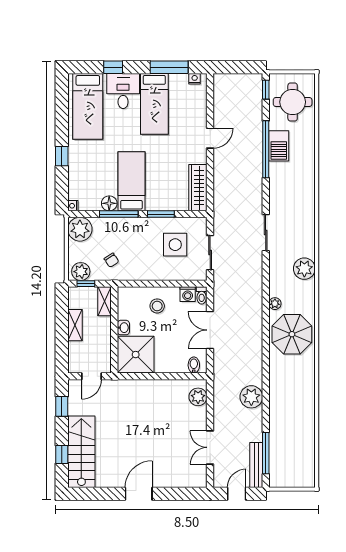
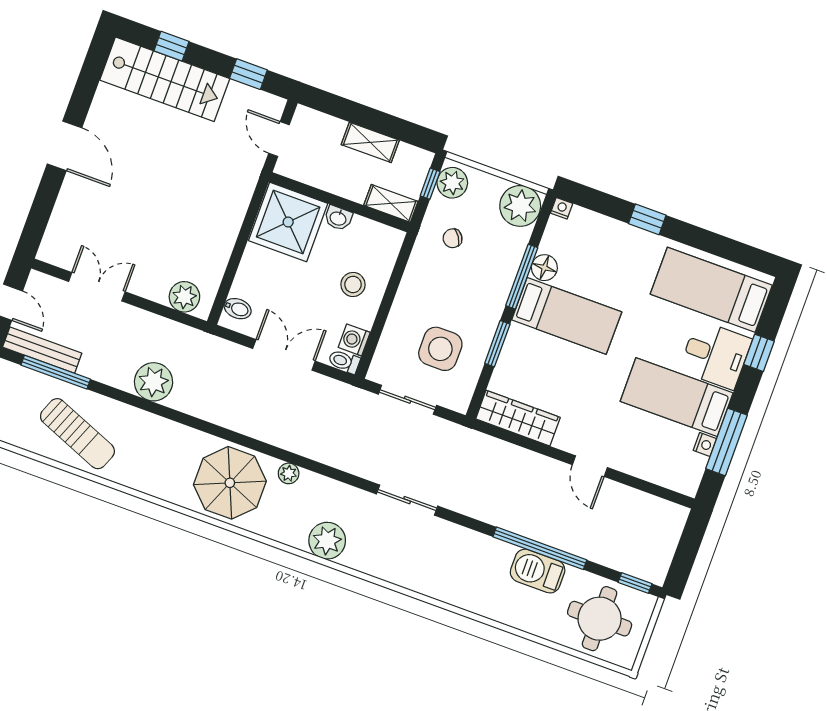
nightstand: (195, 79) -> (705, 445), moved
sun lounger: (295, 429) -> (77, 434), added

